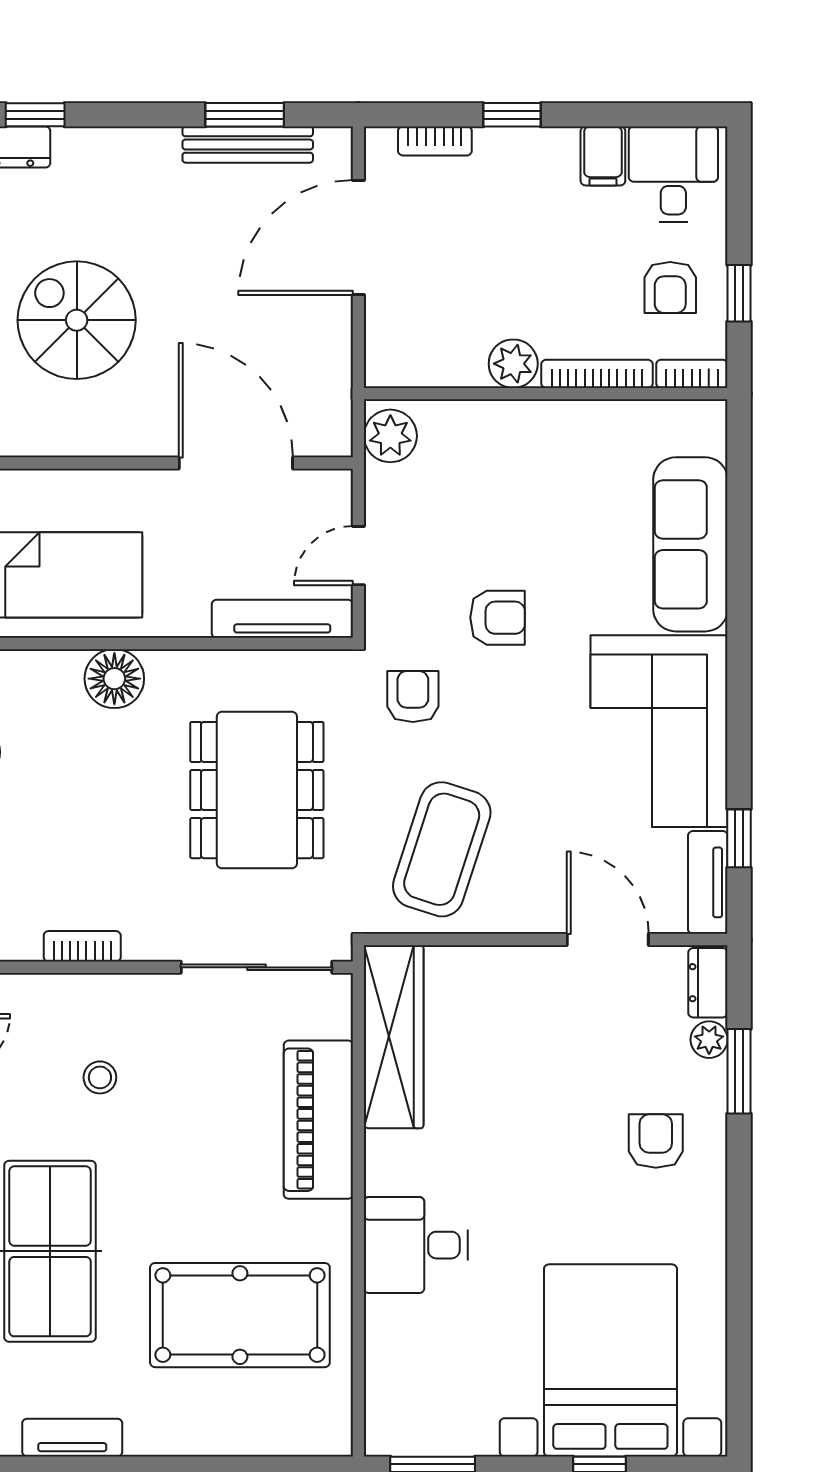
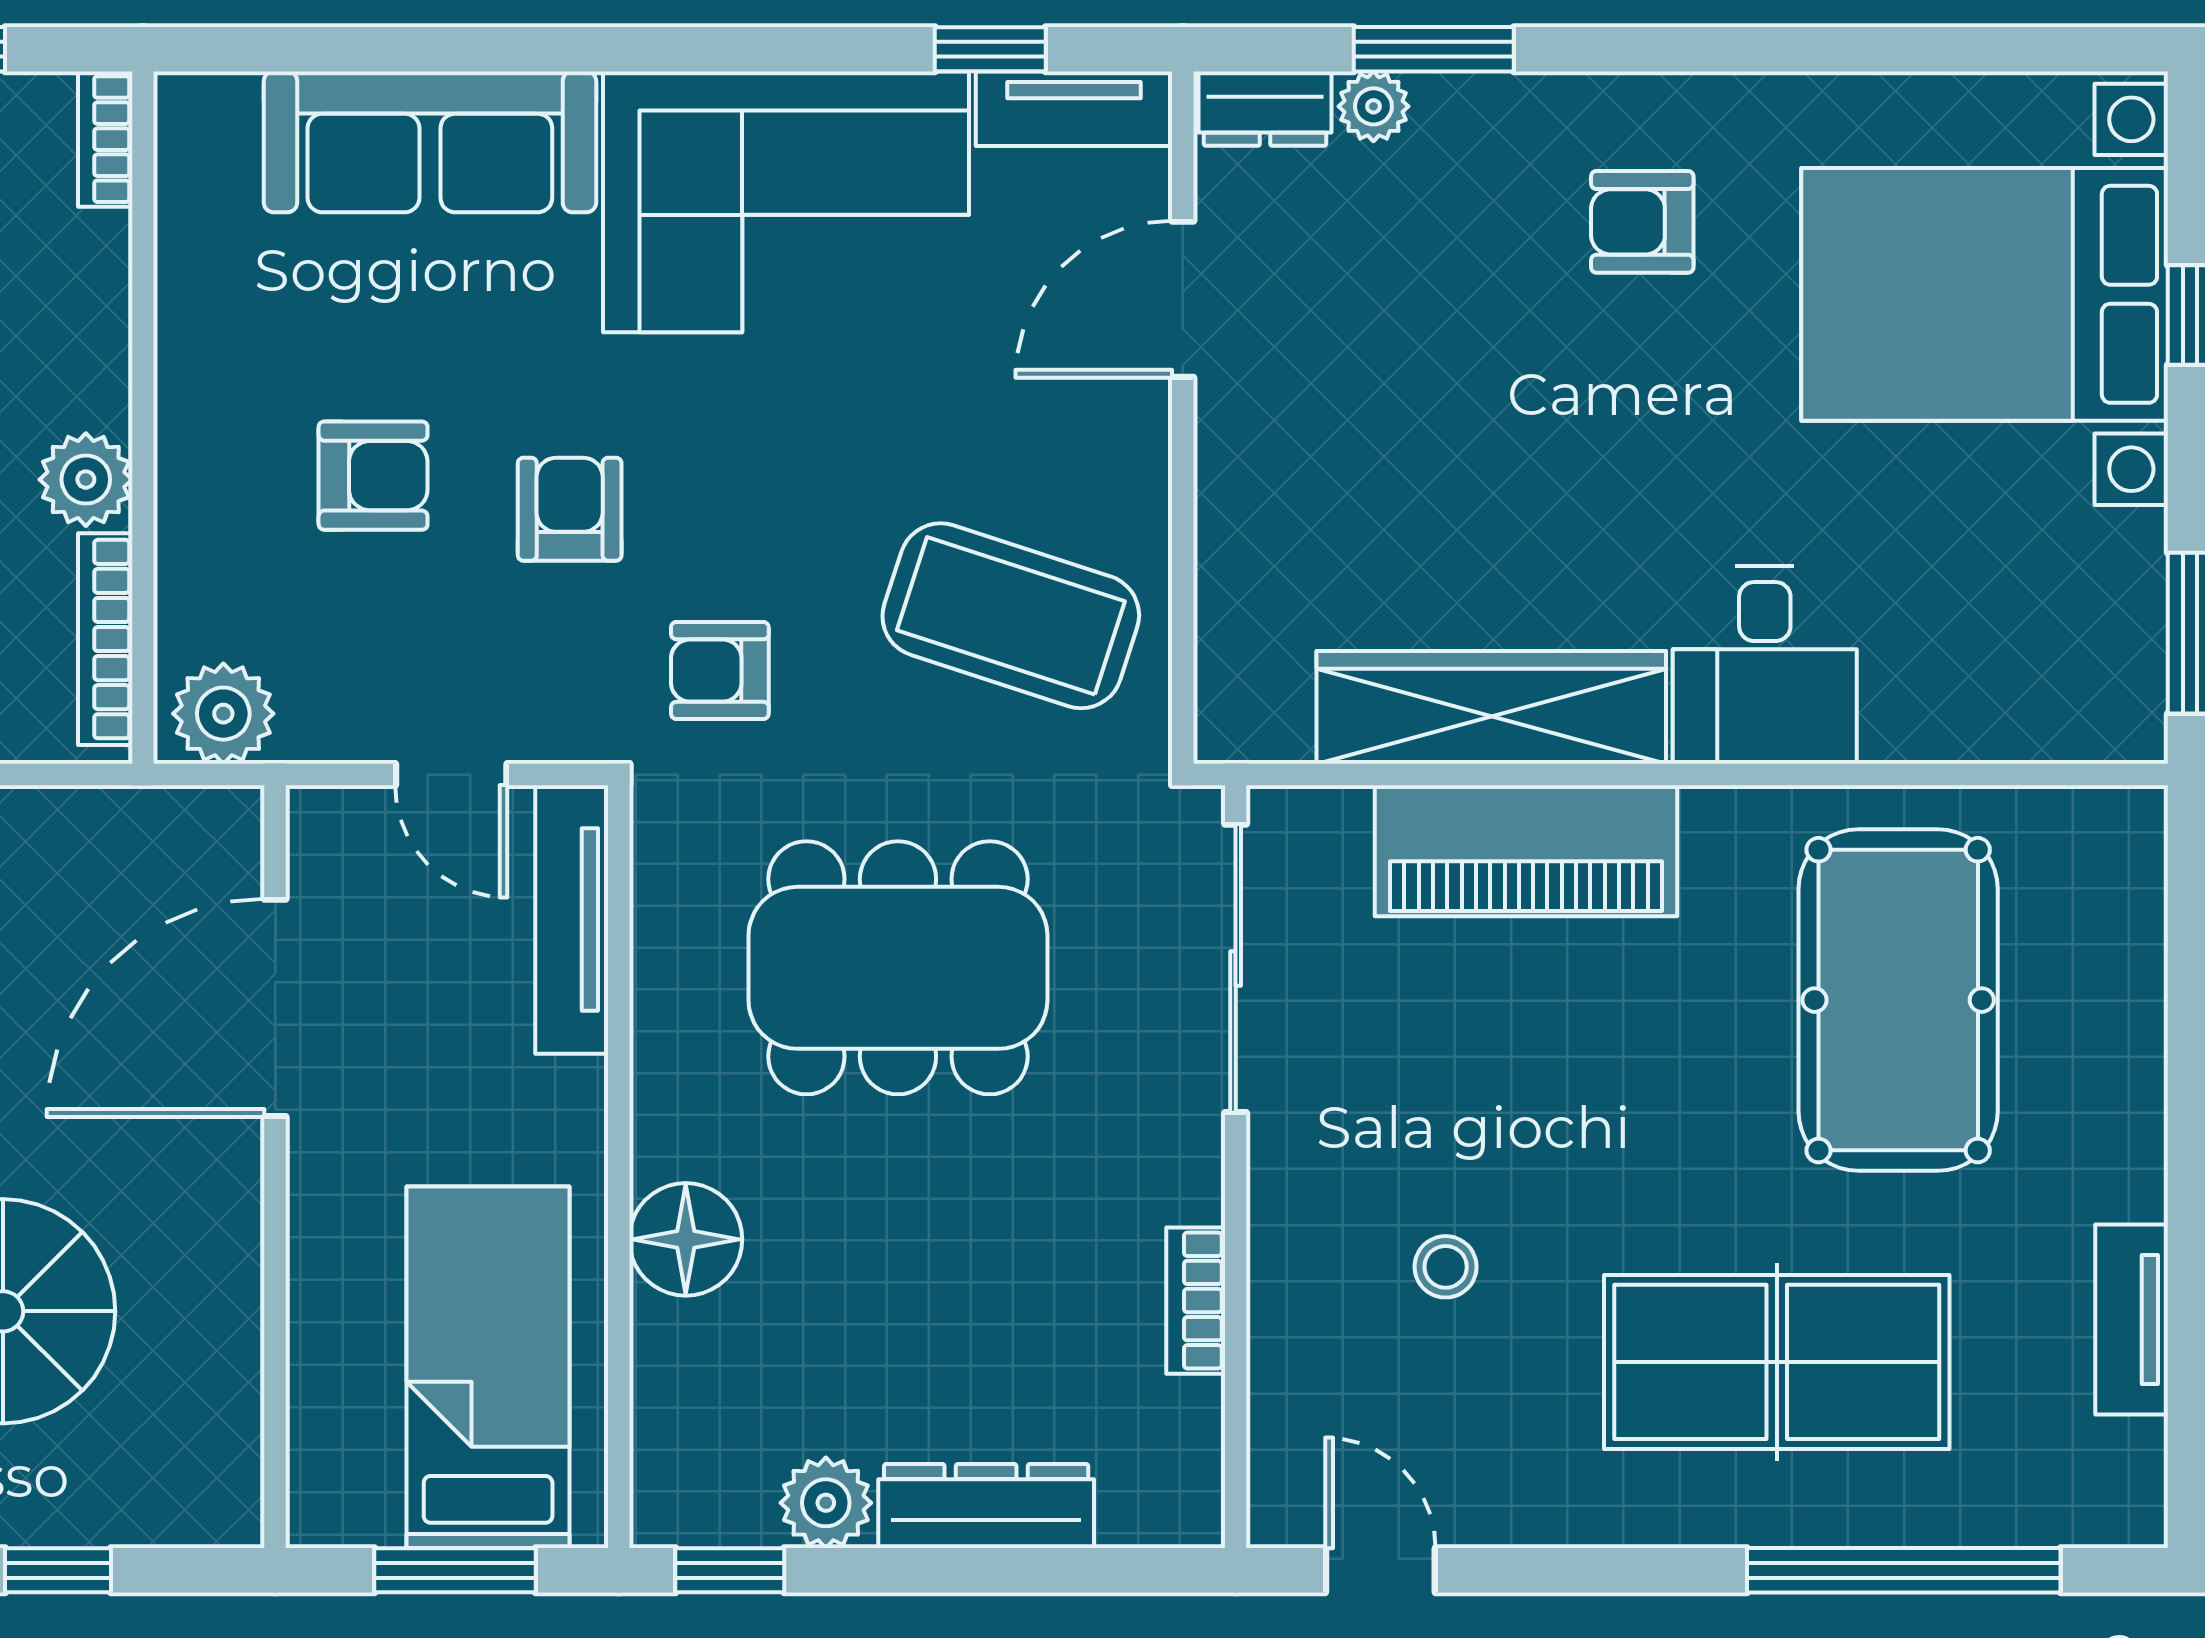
bookcase: (597, 374) -> (105, 639), moved
armchair: (515, 514) -> (373, 476), added
wardrobe: (394, 1037) -> (1491, 707), moved
armchair: (656, 1141) -> (1642, 222), moved

